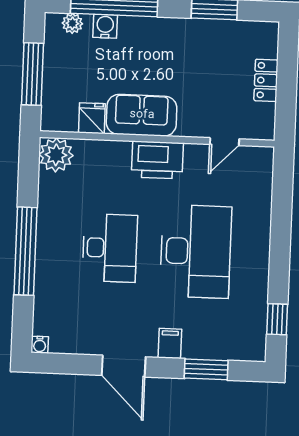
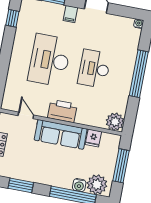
plant: (72, 23) -> (97, 185), width x1.88, depth x1.88
sofa: (142, 115) -> (61, 134), width x1.36
door: (225, 142) -> (26, 115), hinge flipped

